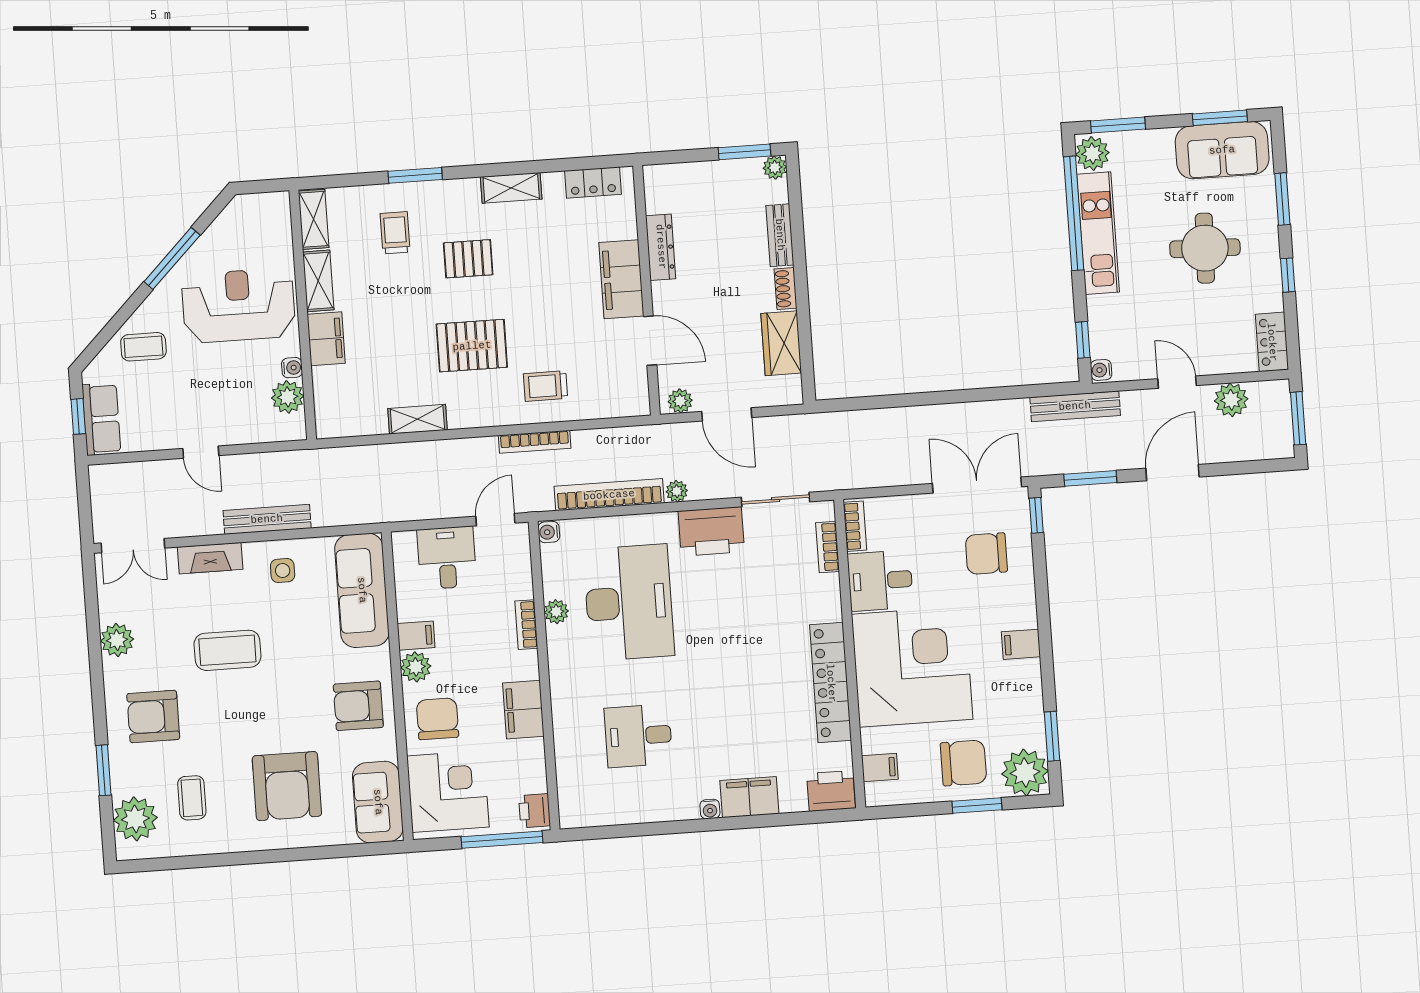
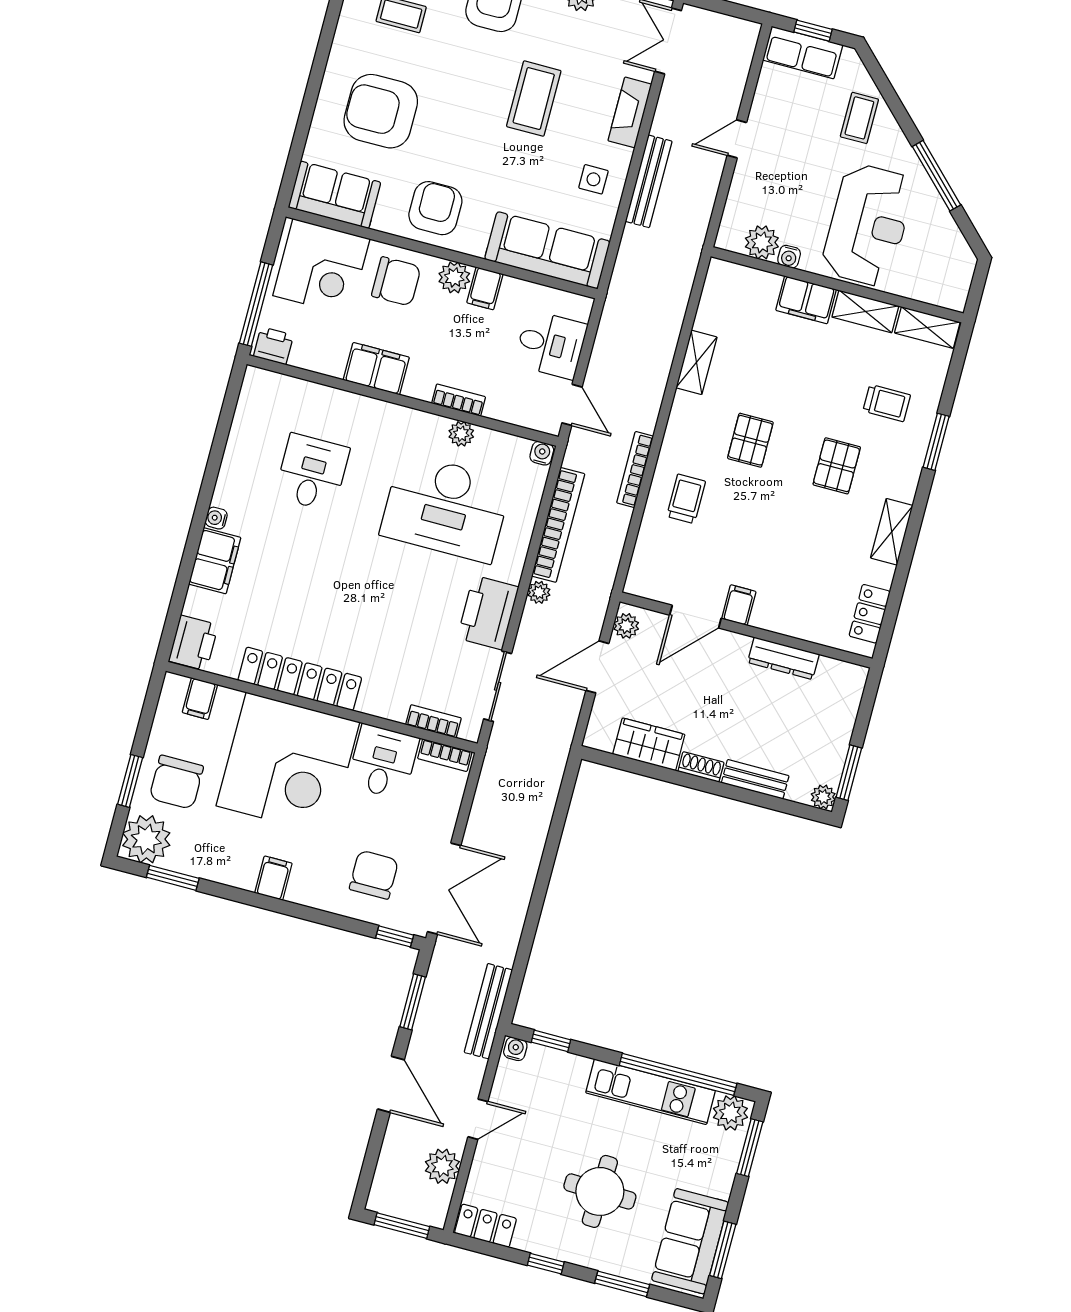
filing cabinet: (621, 279) -> (739, 605), width x0.33, depth x0.86
pallet: (472, 346) -> (750, 440), width x0.67, depth x0.71

